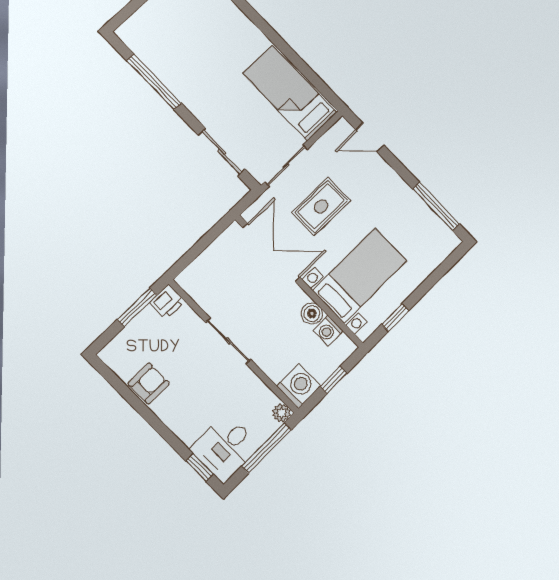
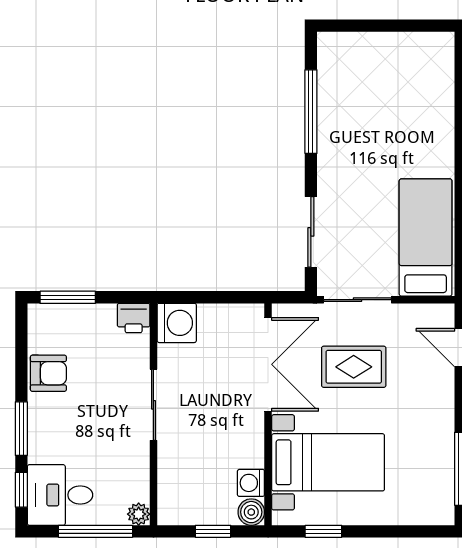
window: (137, 307) -> (68, 297), moved
boiler: (312, 314) -> (251, 512), moved
washing machine: (299, 386) -> (177, 323), moved
window: (164, 432) -> (21, 429), added

